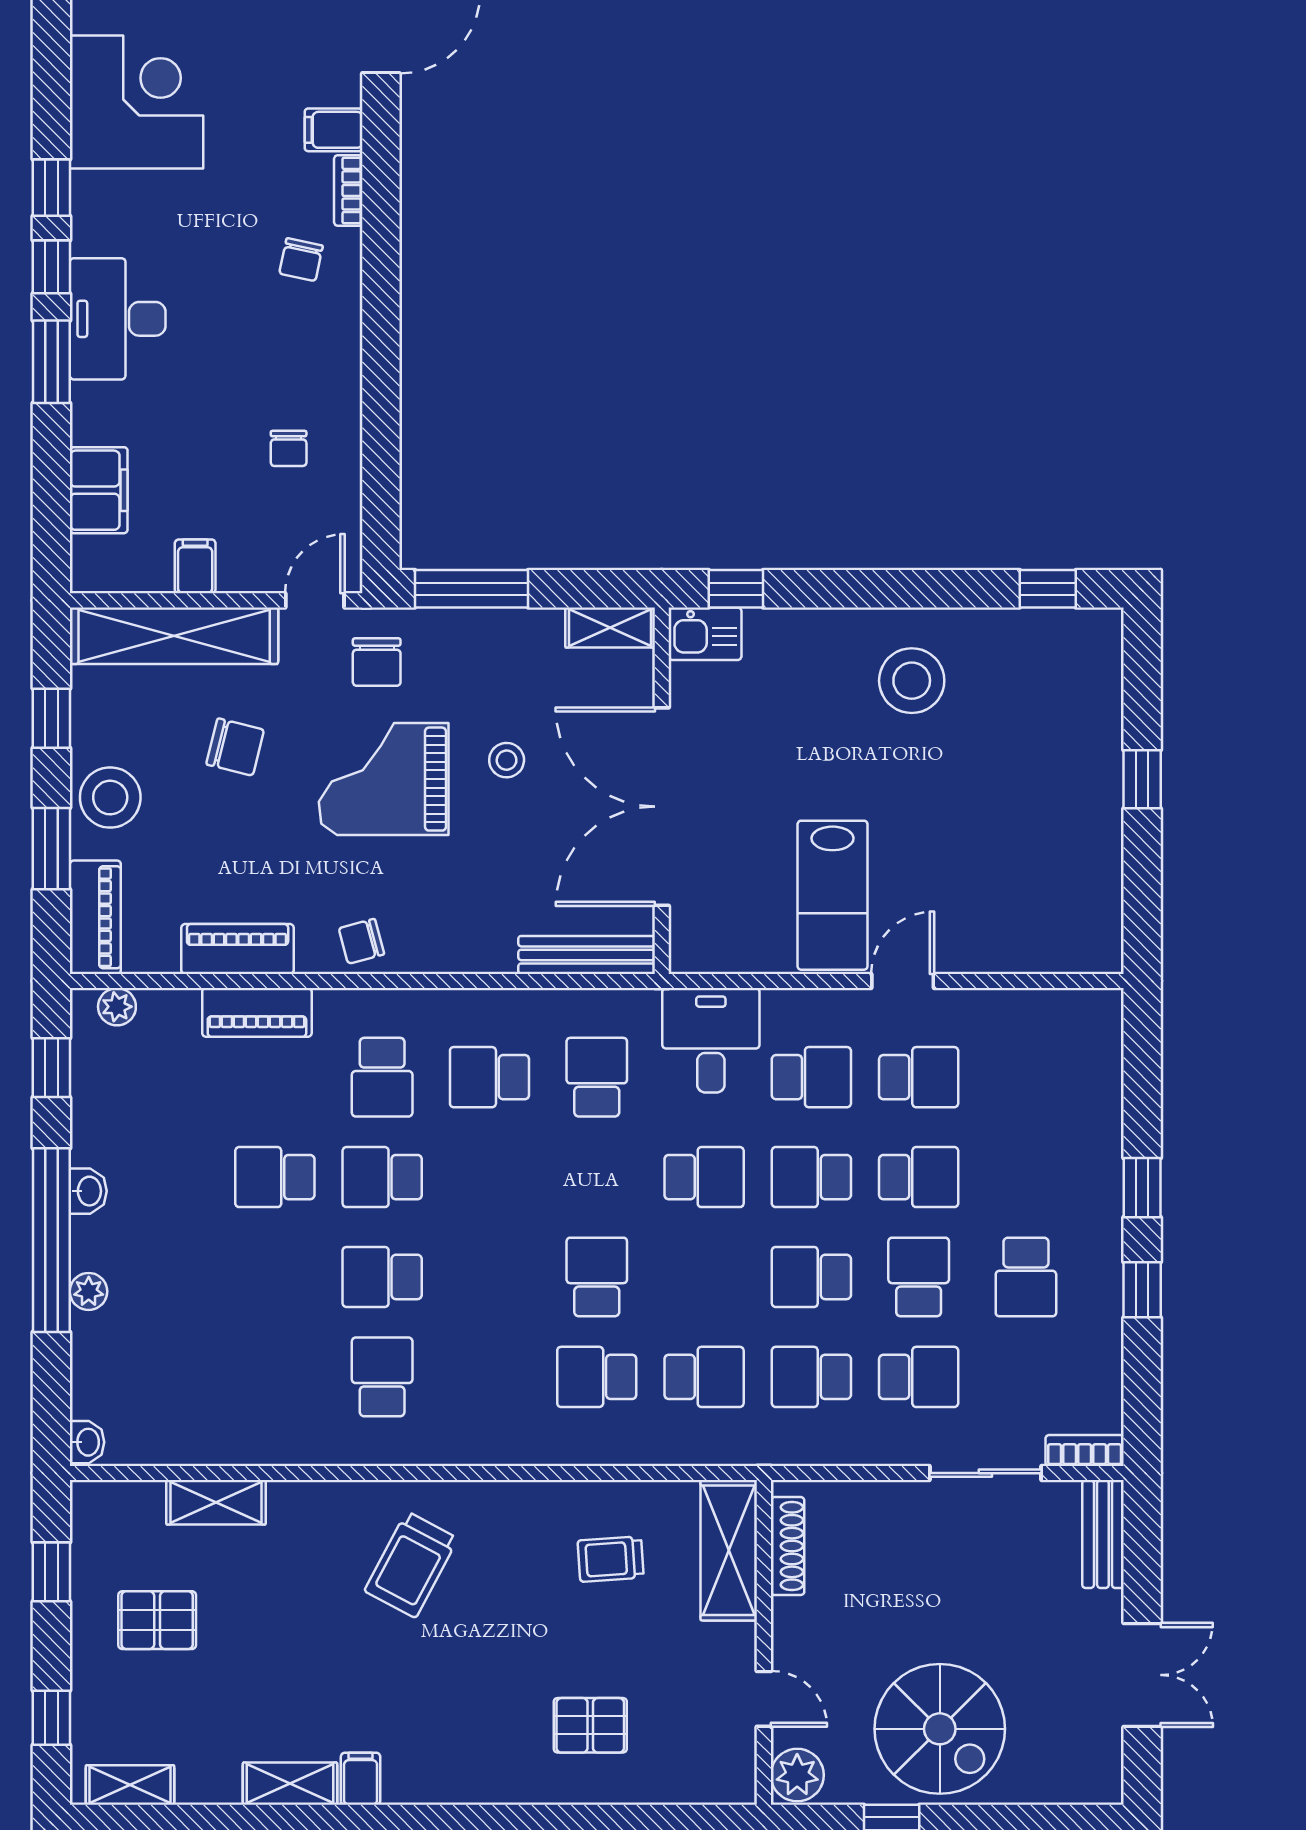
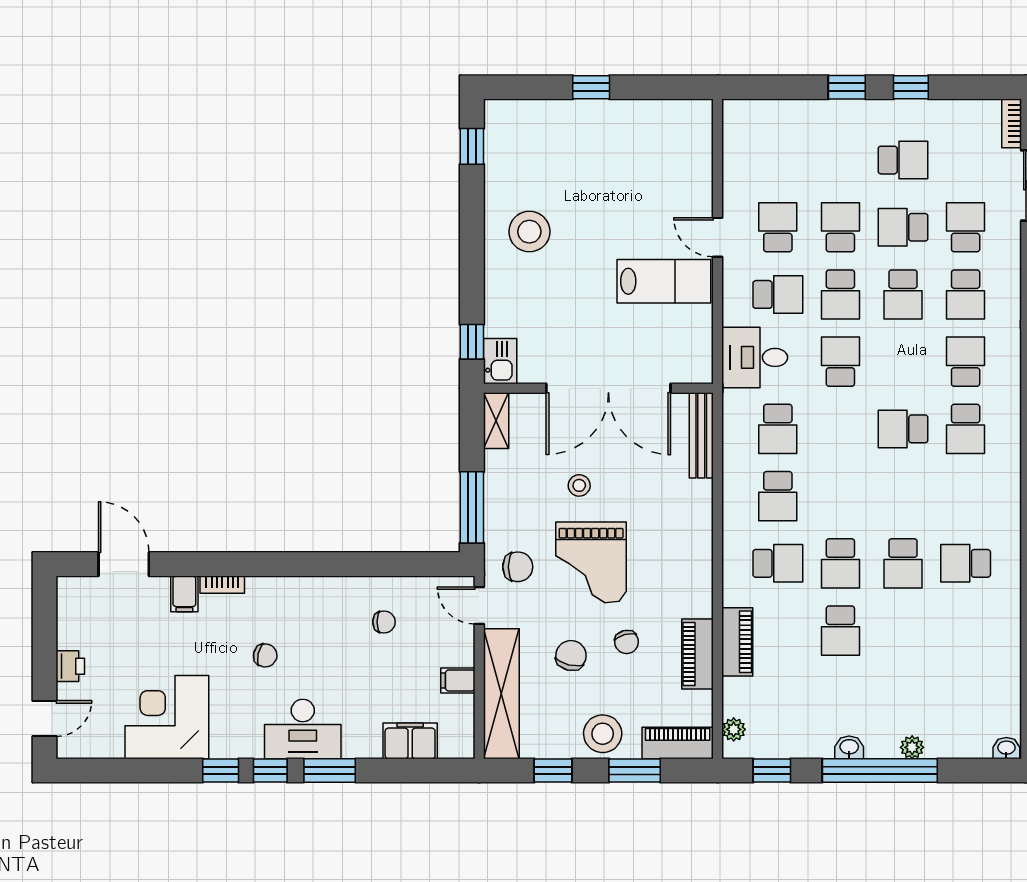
chair: (301, 260) -> (265, 655), moved
chair: (361, 941) -> (627, 642), moved
school desk: (597, 1077) -> (778, 429), turned -90
school desk: (811, 1077) -> (778, 294), turned 90

